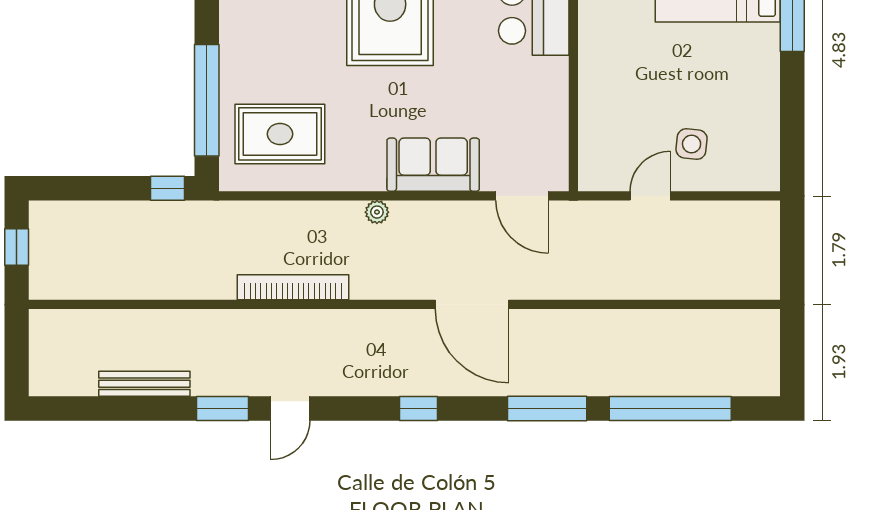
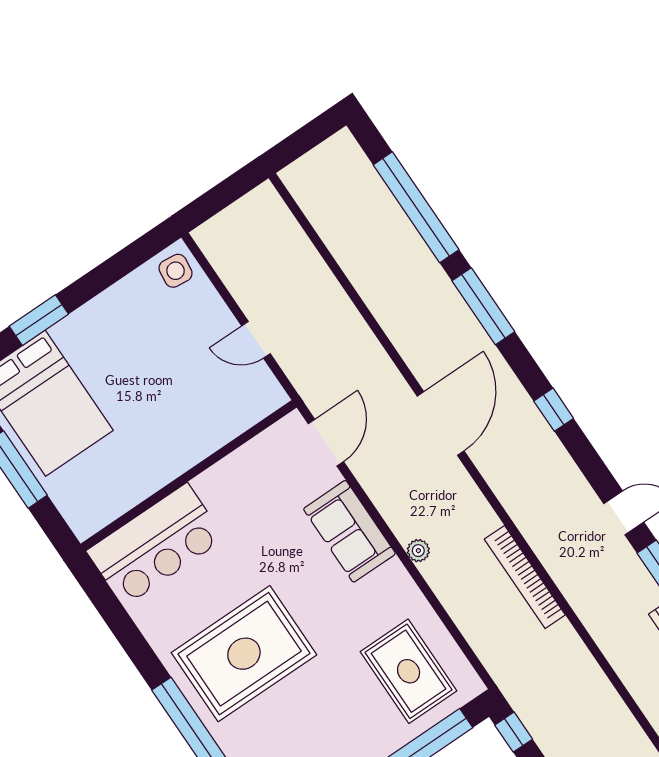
side table: (692, 144) -> (176, 271), moved

